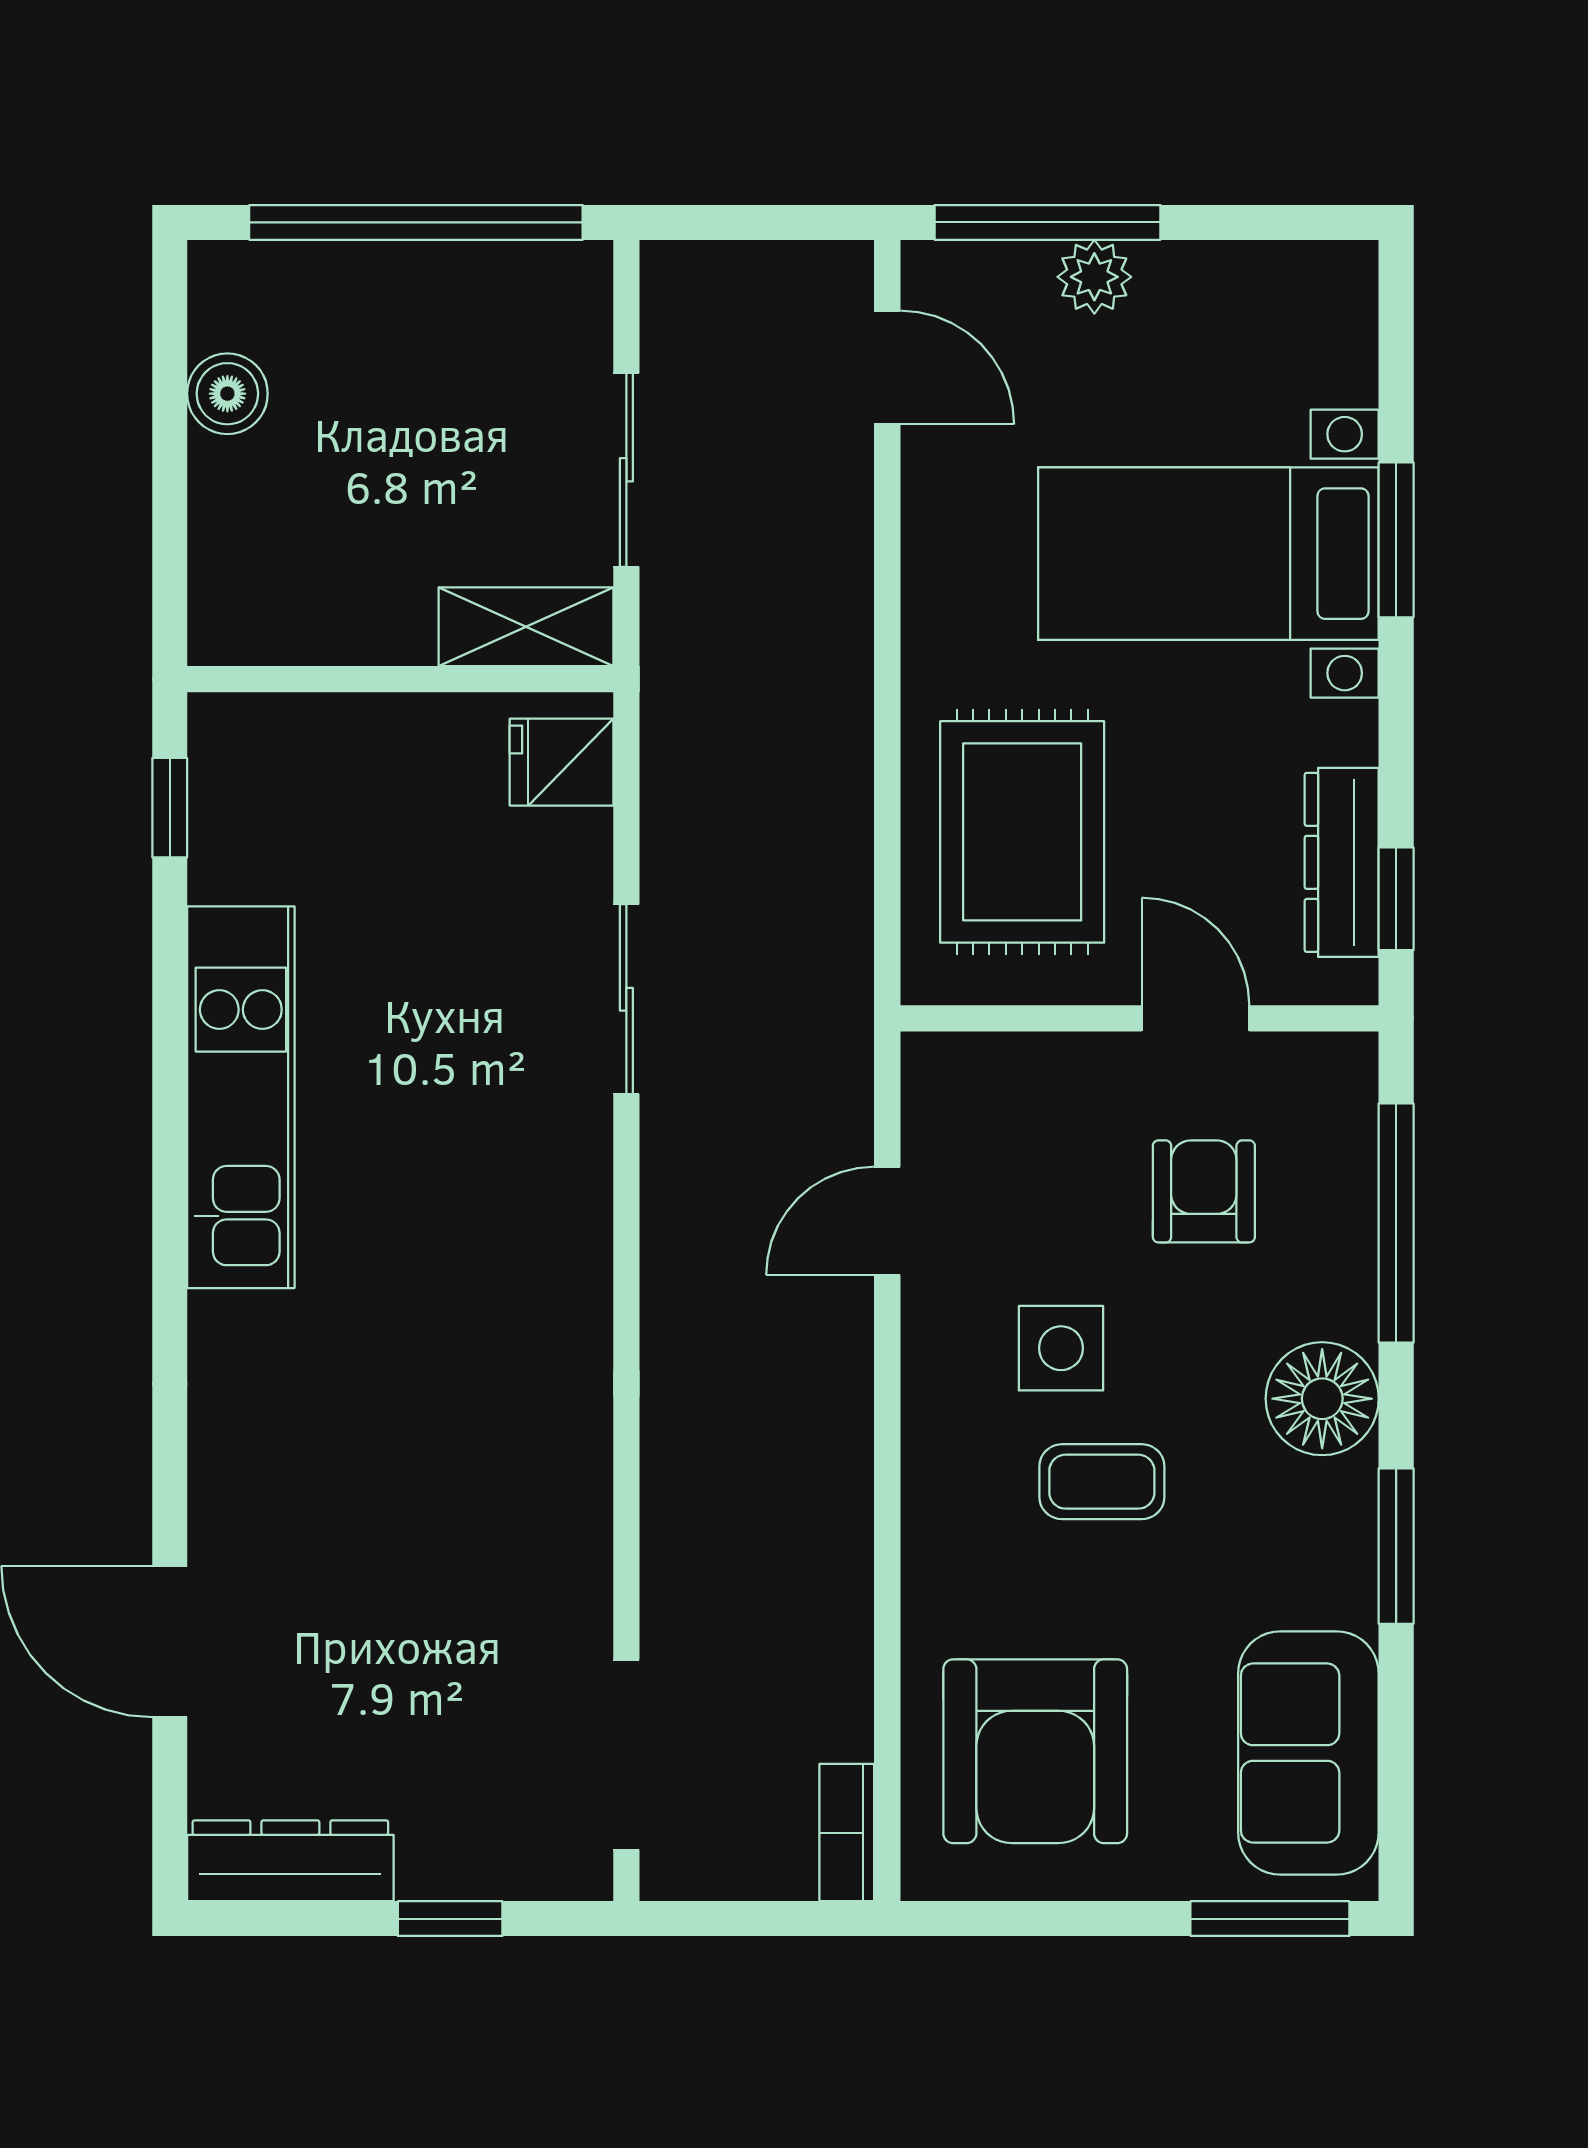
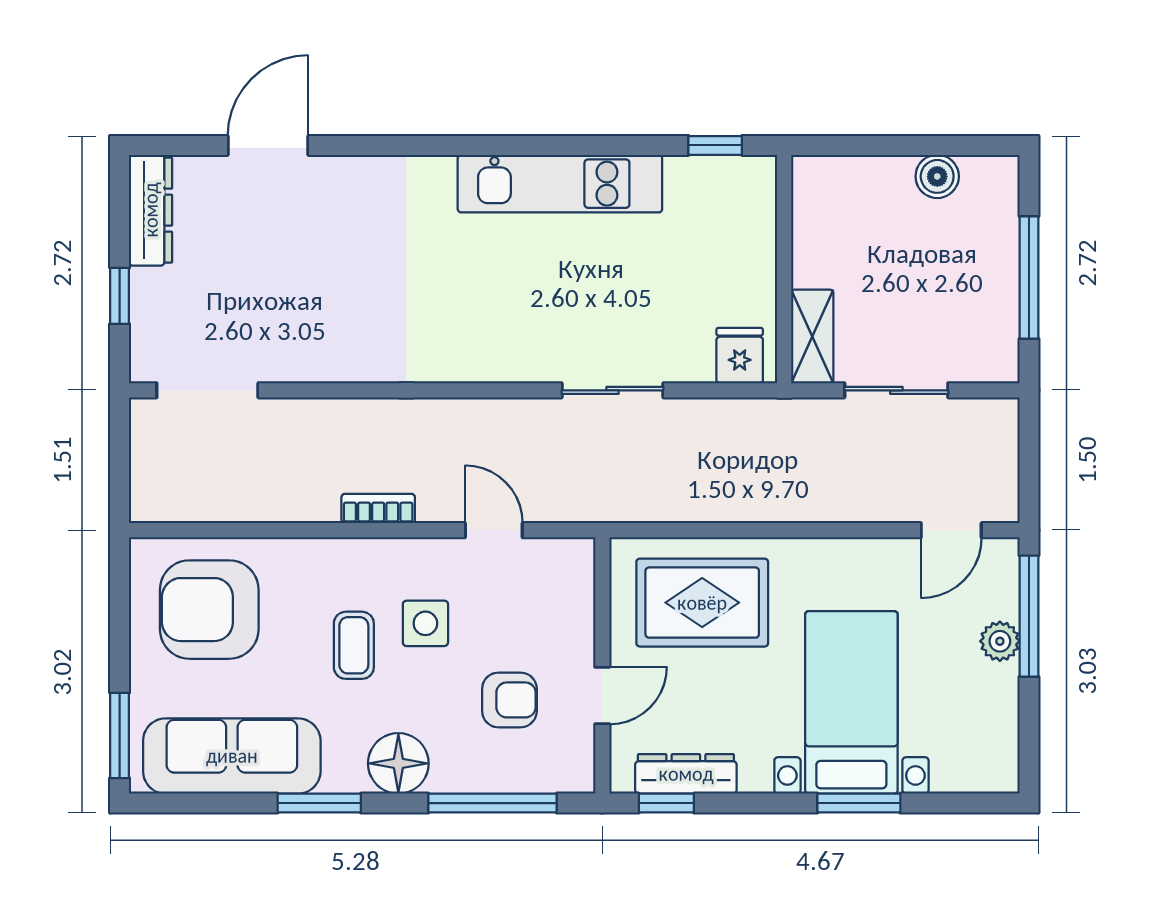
window: (416, 222) -> (1029, 278), width x0.68
sofa: (1308, 1753) -> (232, 756), width x1.36
bookcase: (847, 1833) -> (378, 509), moved

